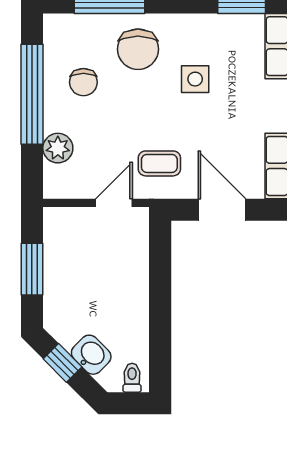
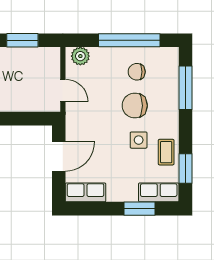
chair: (138, 49) -> (135, 106), moved
plant: (58, 148) -> (80, 56), moved
coffee table: (159, 163) -> (166, 152), moved

